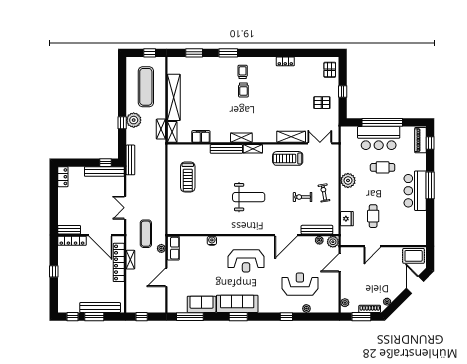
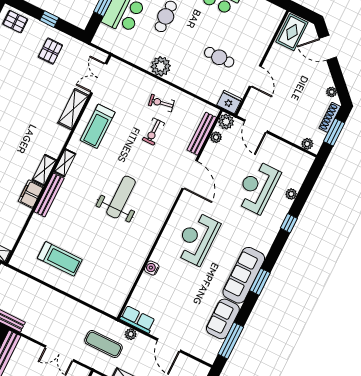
filing cabinet: (201, 136) -> (31, 194), moved
fridge: (347, 219) -> (229, 102), moved
reception desk: (246, 261) -> (197, 239), turned 180

